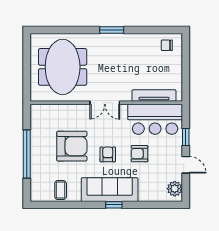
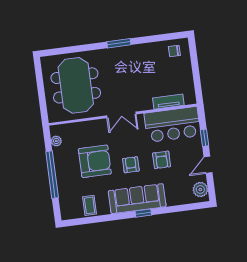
tv unit: (154, 96) -> (168, 102), width x0.71
plant: (36, 121) -> (56, 141), added
armchair: (139, 154) -> (162, 160), turned -90
door: (186, 165) -> (208, 165), swing flipped

